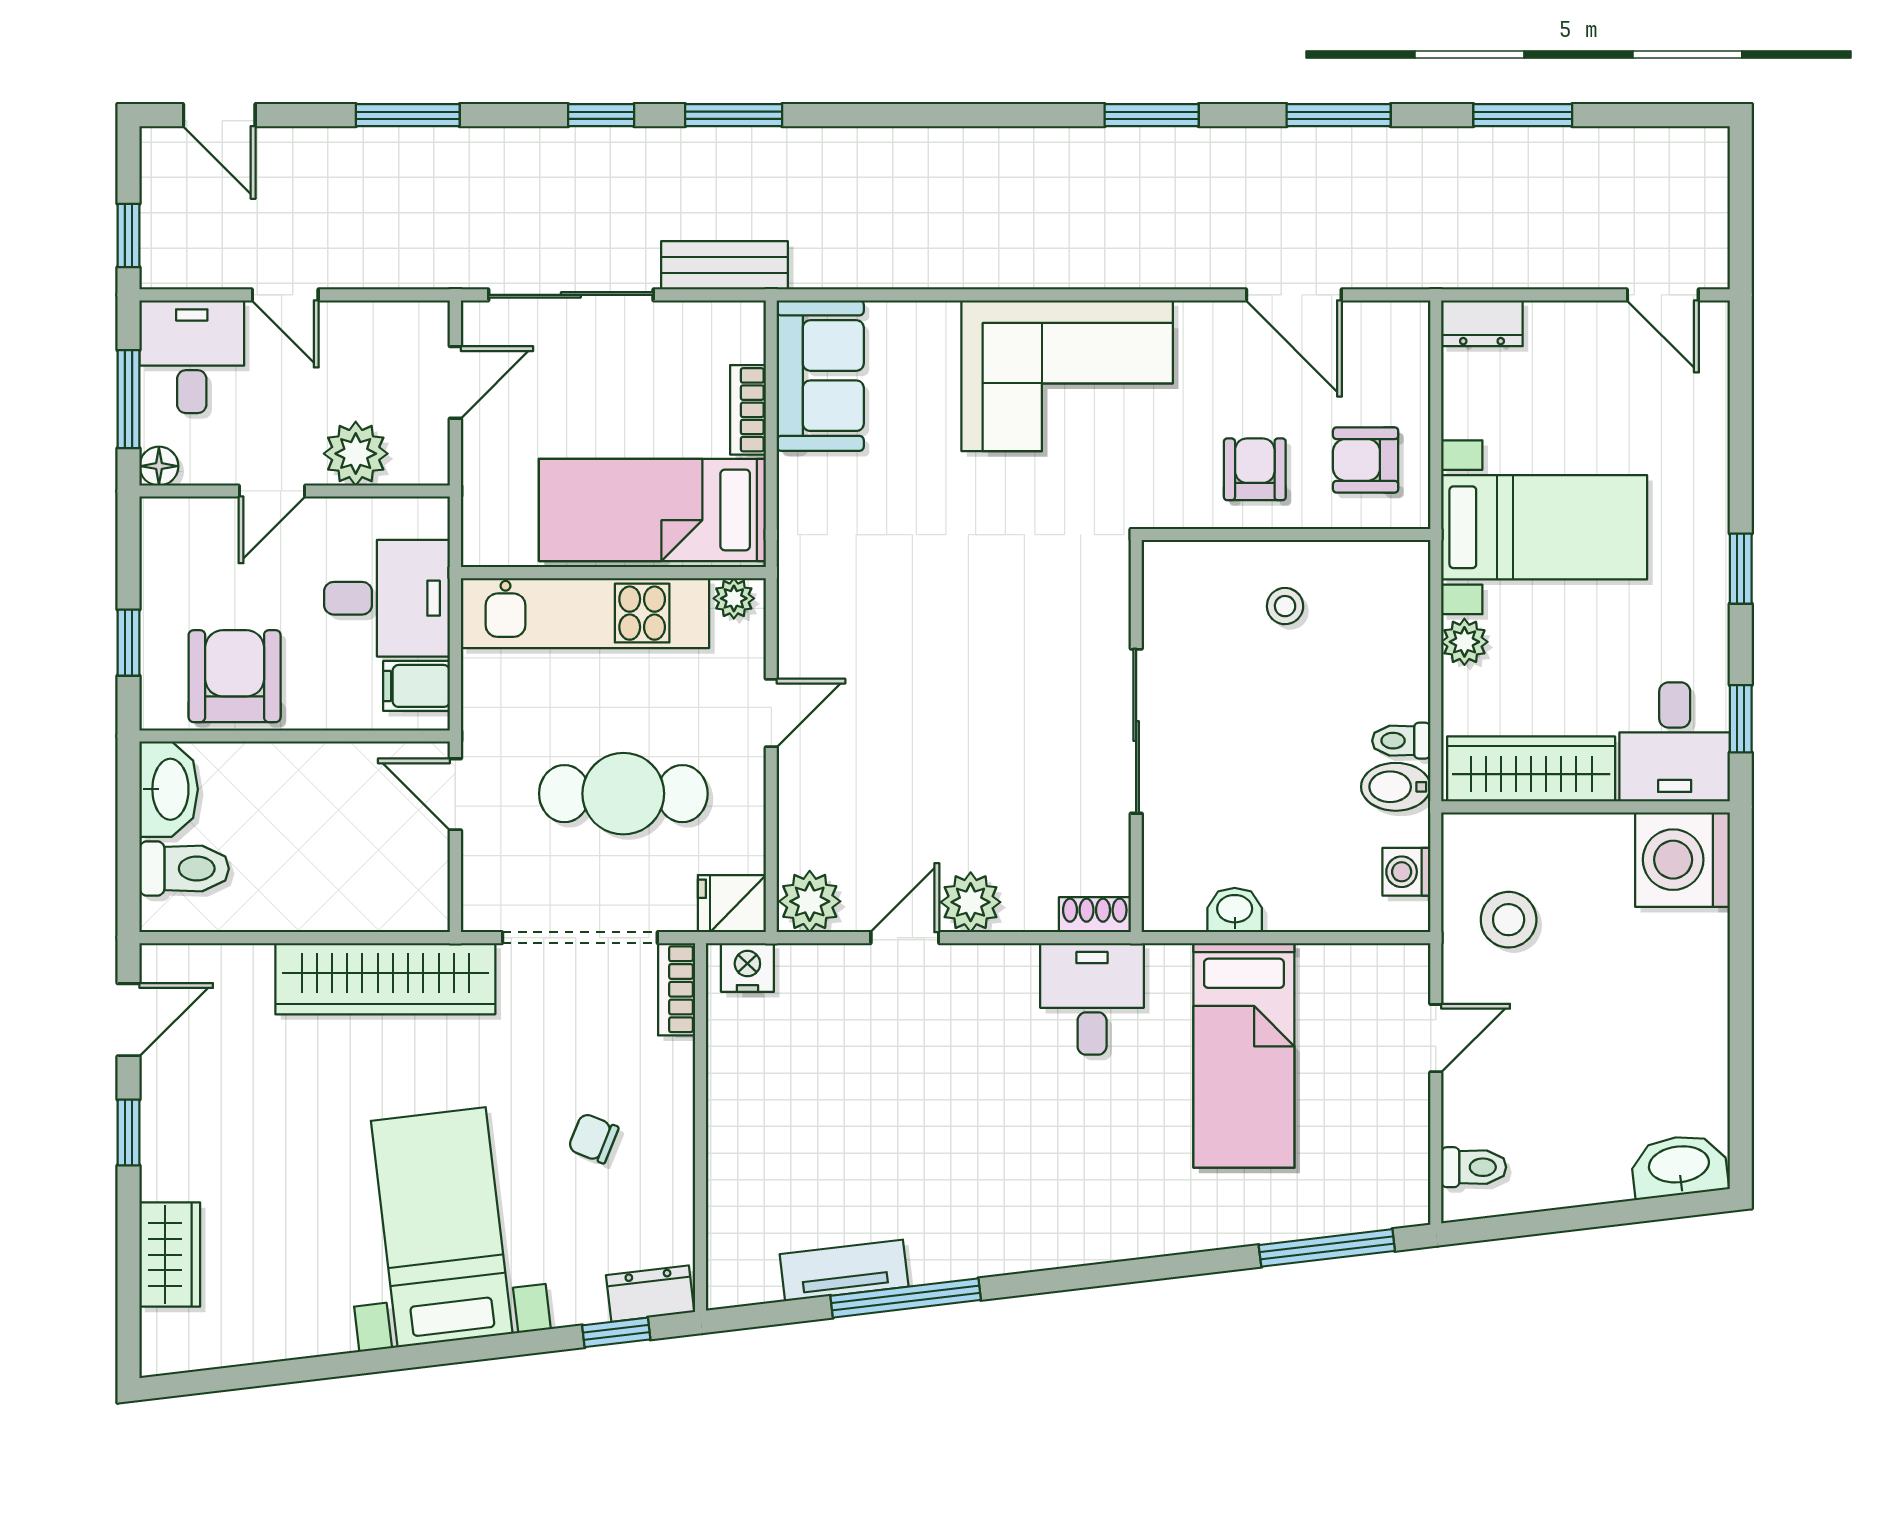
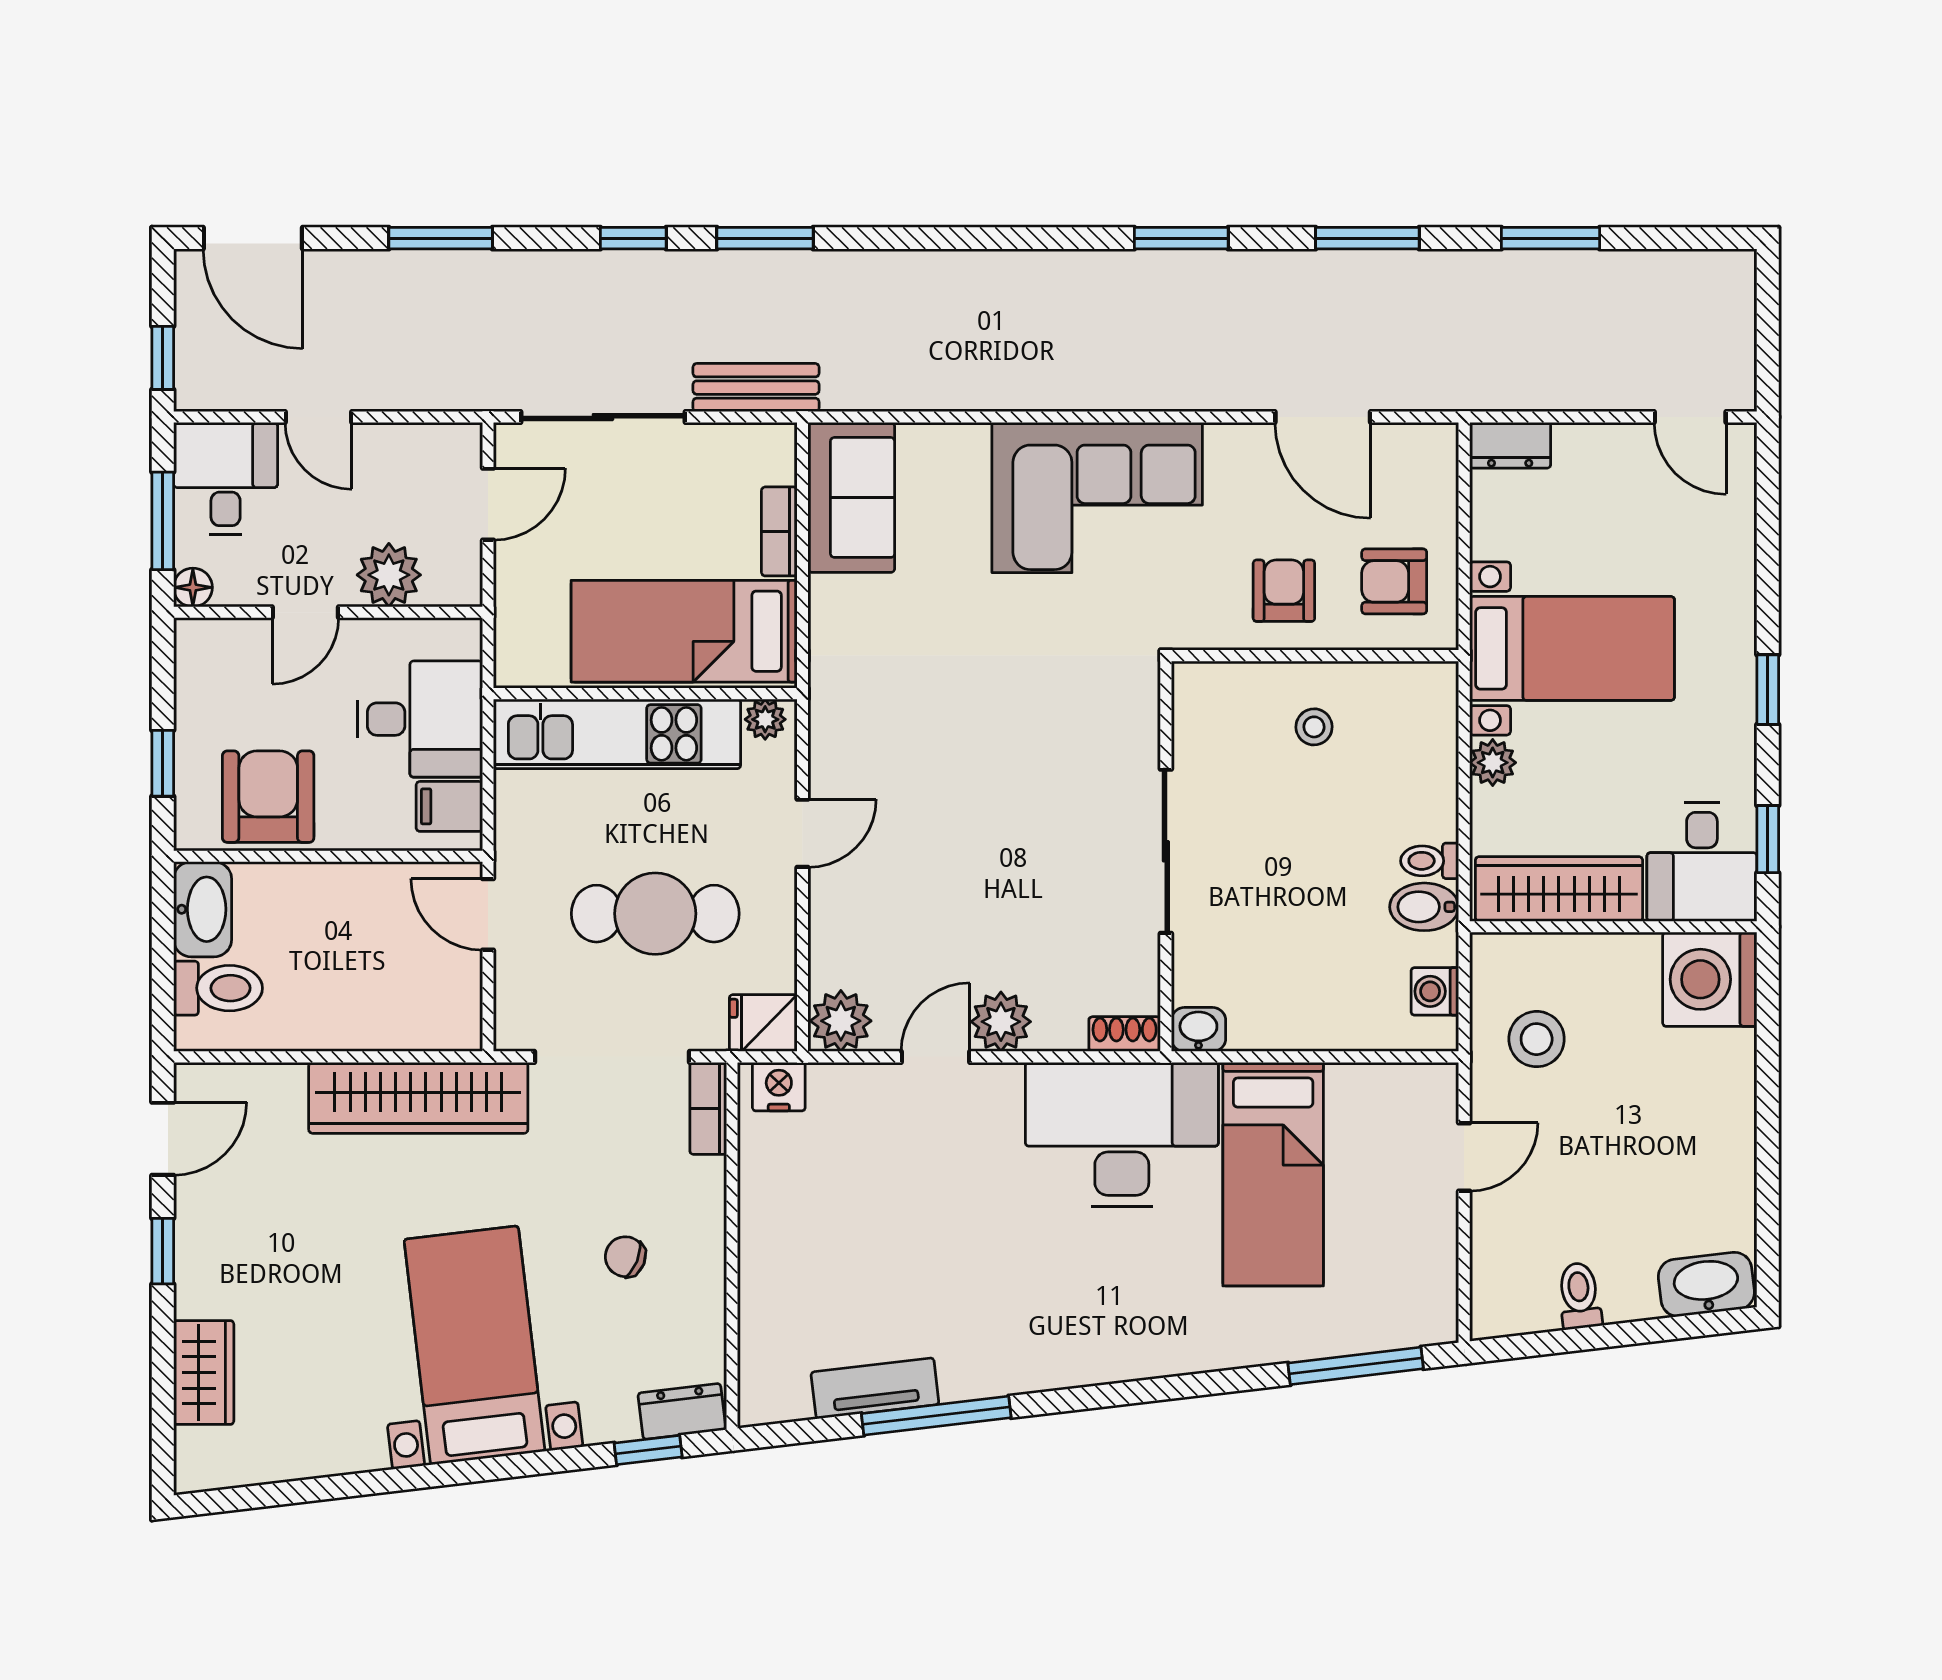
door: (219, 115) -> (253, 238), width x1.38
washbasin: (1235, 910) -> (1198, 1029), moved
desk: (1092, 999) -> (1122, 1135), width x1.87, depth x1.30
toilet: (1474, 1167) -> (1579, 1296), moved, turned -97

